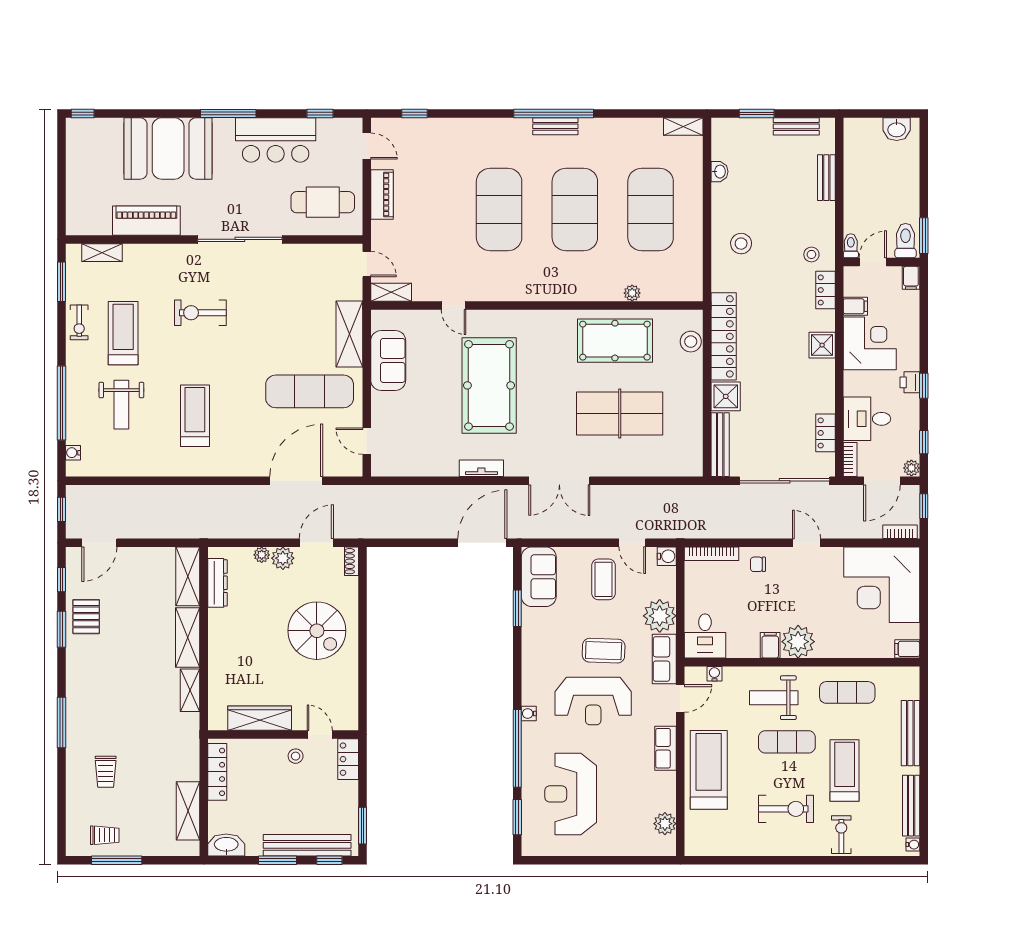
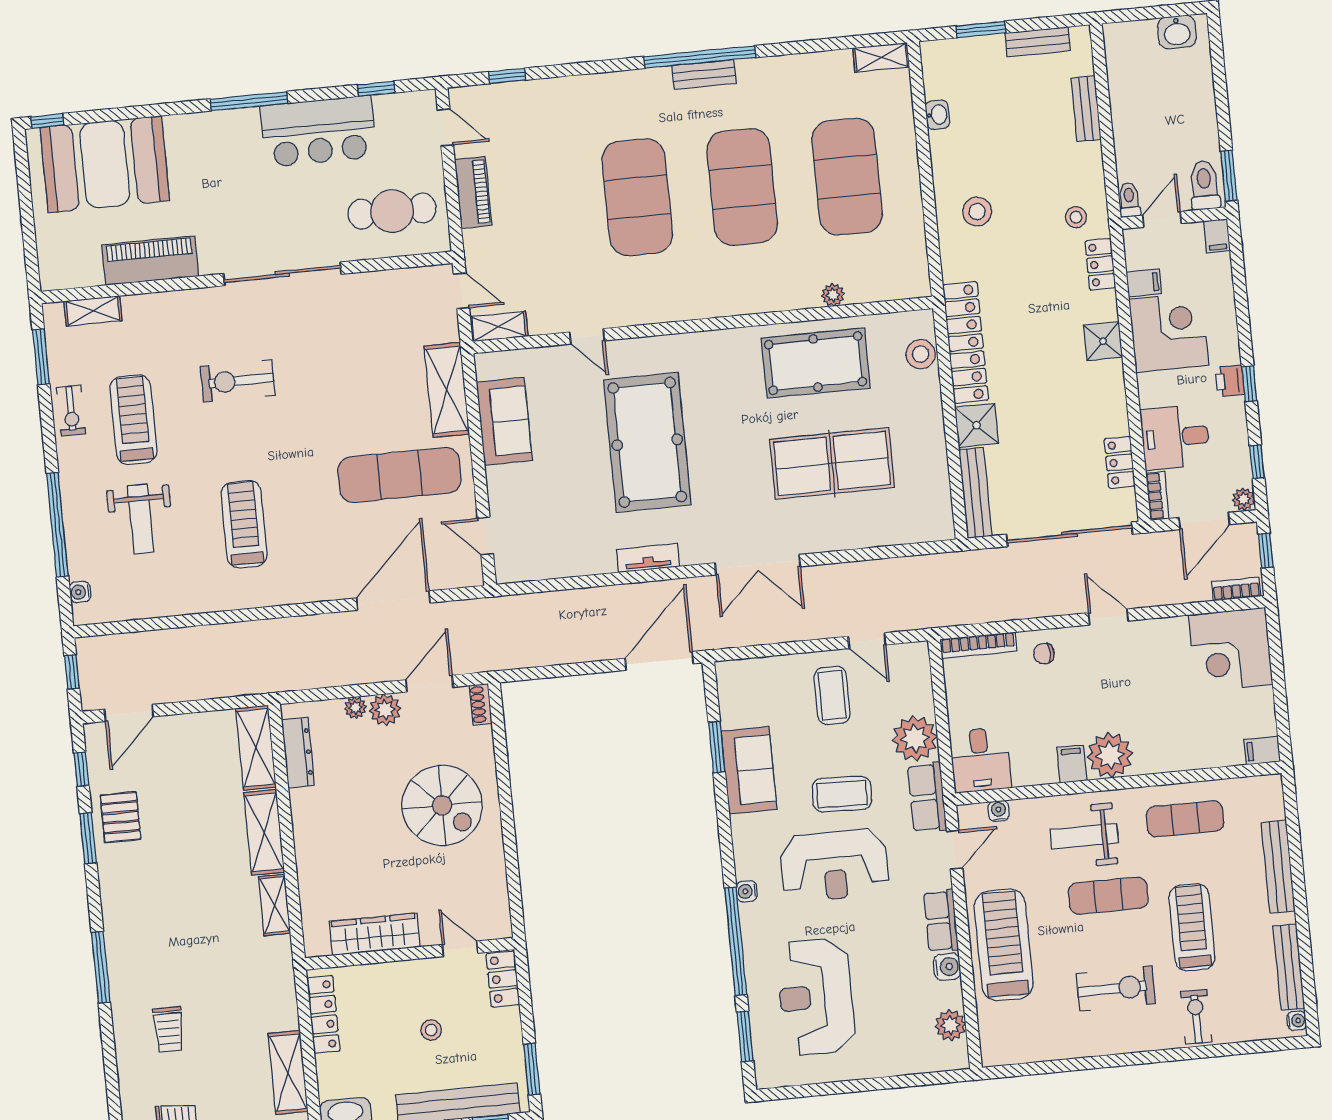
booth: (168, 148) -> (105, 164), moved
water cooler: (667, 556) -> (947, 967), moved
sofa: (539, 577) -> (749, 770), moved
corner desk: (882, 585) -> (1231, 650), width x0.74, depth x0.74
stool: (296, 756) -> (431, 1030), moved

